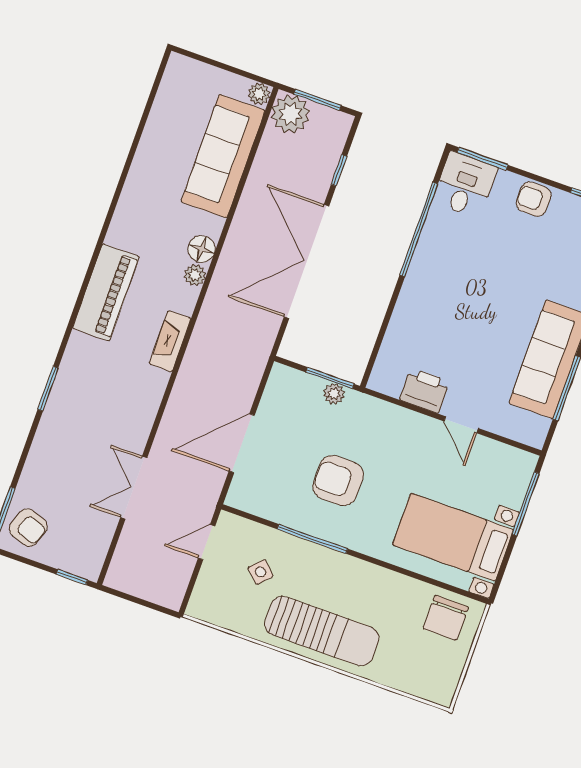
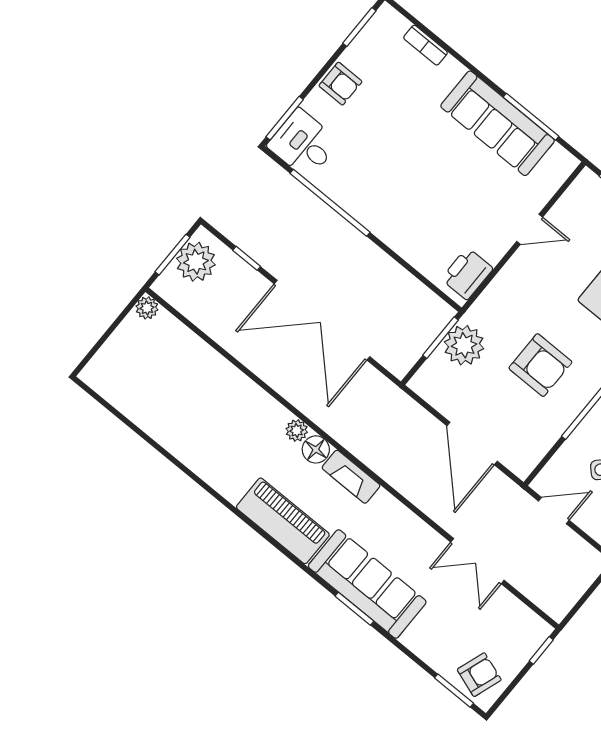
plant: (291, 114) -> (196, 262), moved
sofa: (223, 156) -> (367, 584), moved, turned 180
armchair: (534, 199) -> (340, 84), turned -90
floor lamp: (202, 249) -> (316, 449), moved
printer: (425, 391) -> (467, 274), moved
plant: (334, 394) -> (464, 345), width x1.88, depth x1.88
armchair: (338, 481) -> (540, 365), turned -90
door: (207, 542) -> (554, 511), swing flipped

